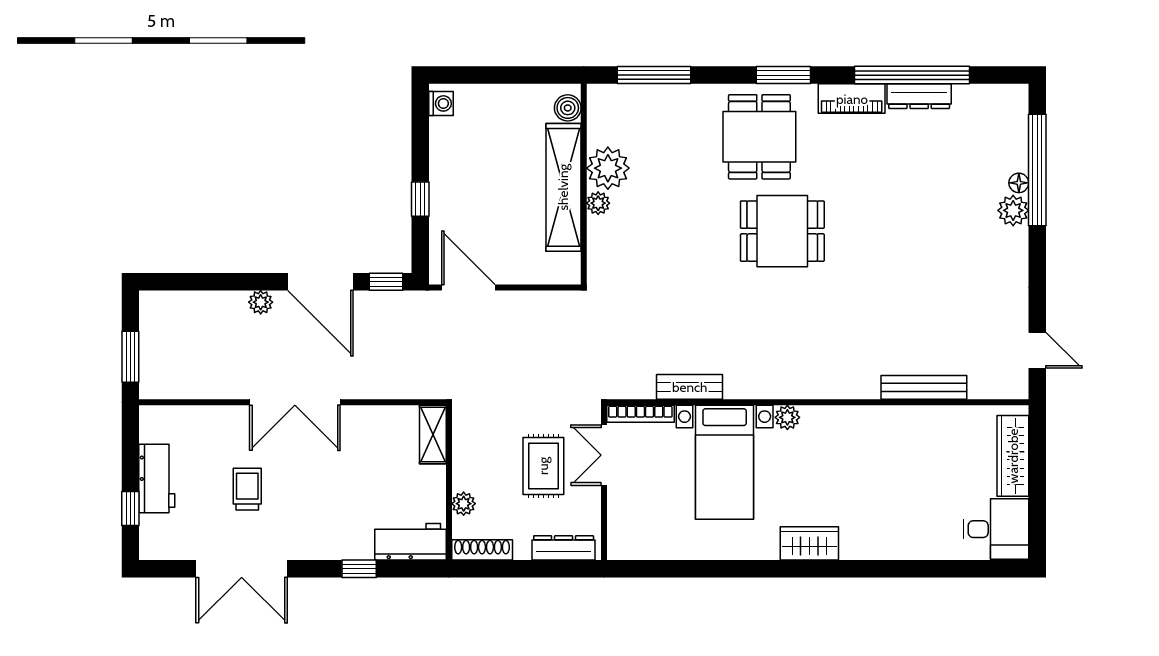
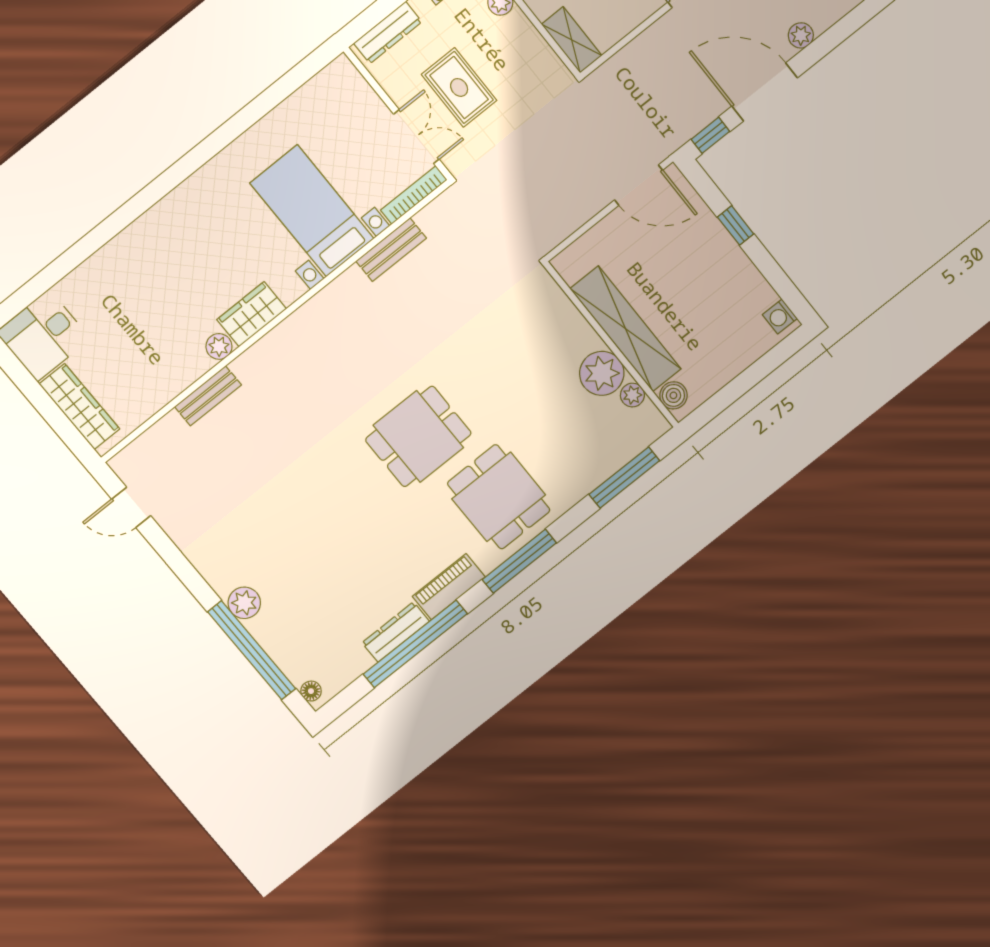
window: (783, 75) -> (519, 561), width x1.44
floor lamp: (1019, 183) -> (311, 691), moved
plant: (598, 203) -> (632, 395), moved
bench: (924, 387) -> (208, 396), width x0.73
plant: (787, 417) -> (219, 346), moved
wardrobe: (809, 543) -> (252, 314), moved, turned 180

